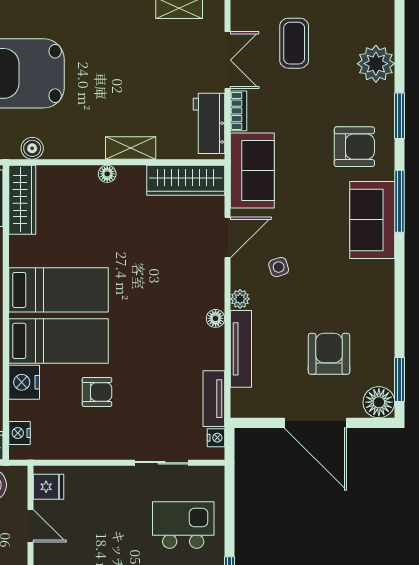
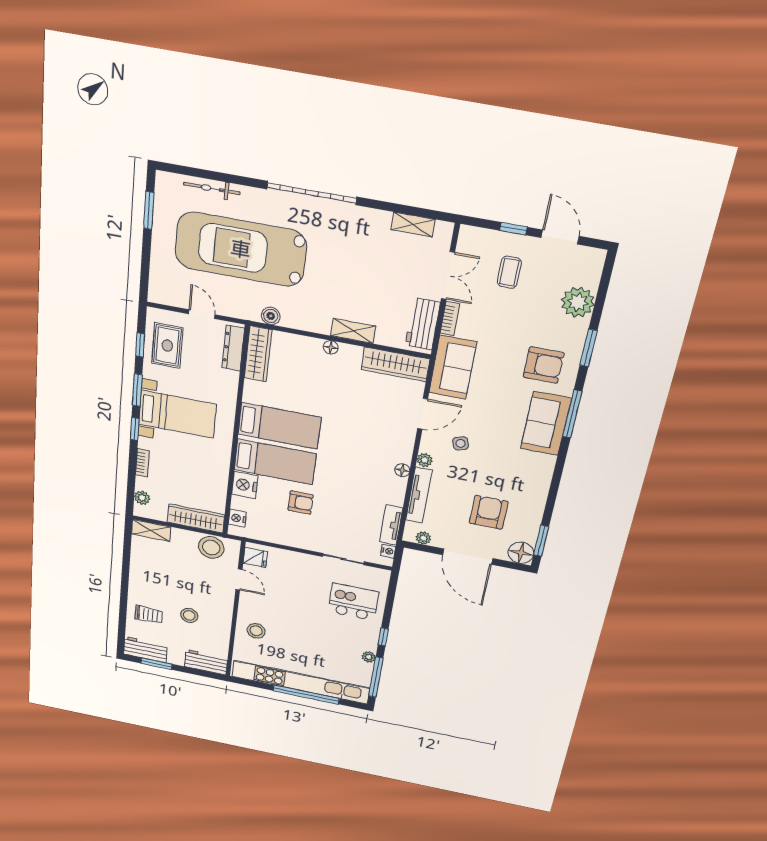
coffee table: (294, 43) -> (509, 272), width x0.73, depth x0.77
plant: (257, 409) -> (423, 538), added

